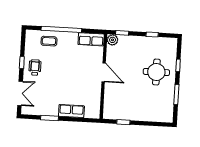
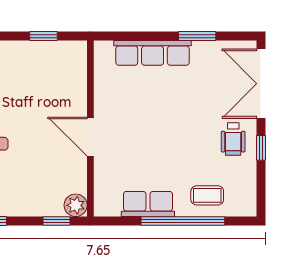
row of seats: (91, 39) -> (148, 204), moved
double door: (20, 93) -> (261, 84), width x1.37
row of seats: (71, 111) -> (153, 53), width x1.48

